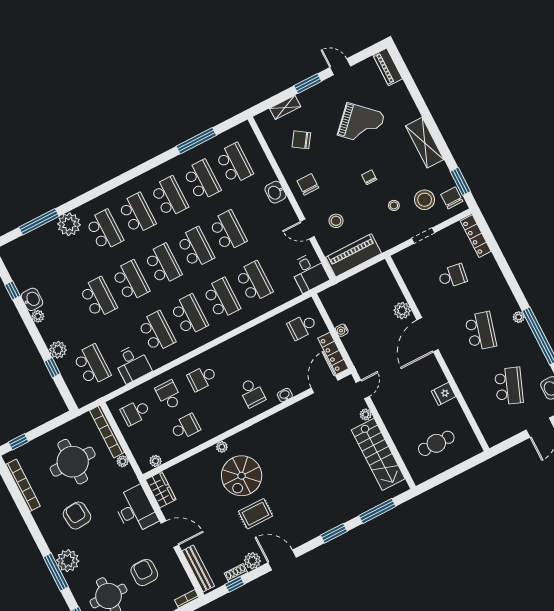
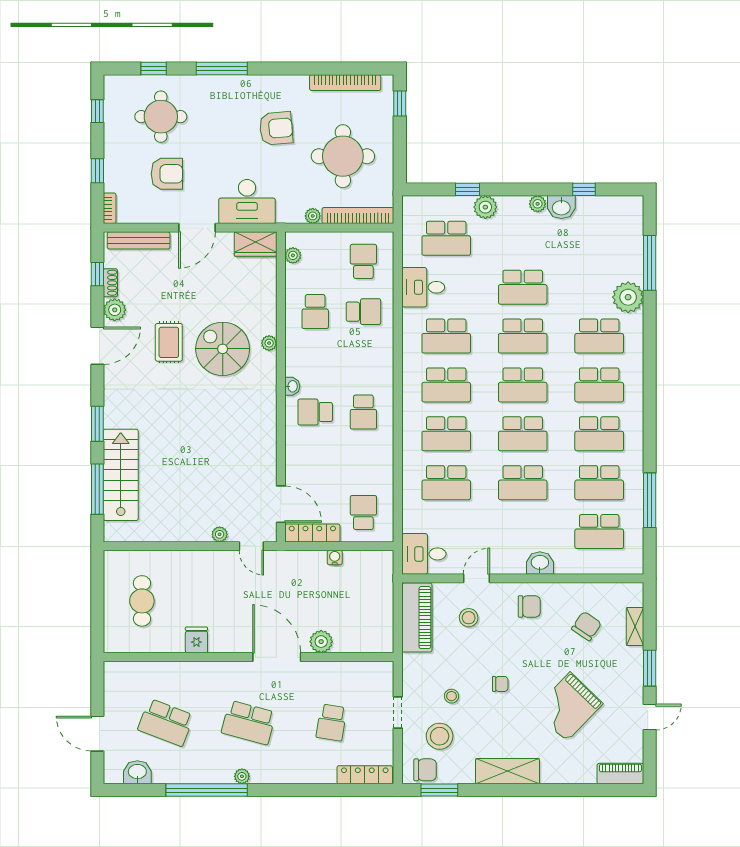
school desk: (202, 378) -> (363, 412), moved, turned 180
washbasin: (285, 395) -> (292, 386), moved
stairs: (378, 454) -> (121, 475), moved, turned 90
plant: (68, 561) -> (228, 90), removed

